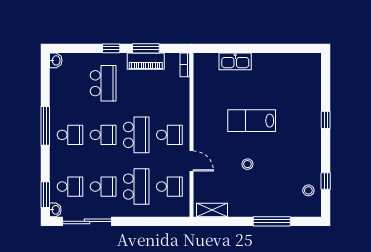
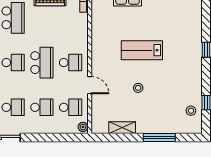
school desk: (136, 187) -> (42, 107), width x0.54
plant: (184, 209) -> (83, 127), added
shelving: (212, 210) -> (122, 128), moved

